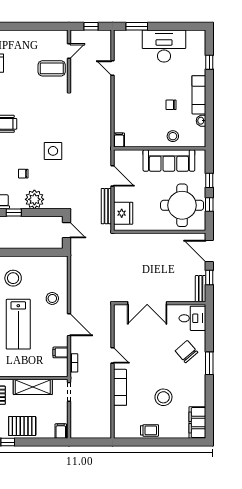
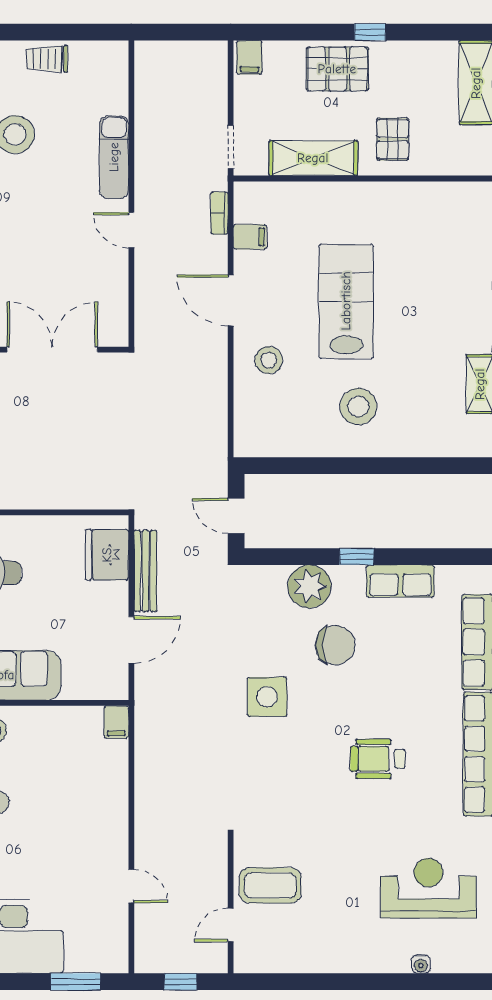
chair: (23, 174) -> (335, 645), width x1.87, depth x1.87
door: (112, 176) -> (131, 640), swing flipped

